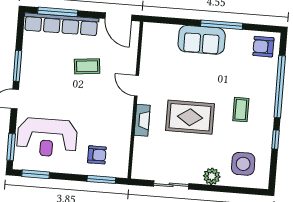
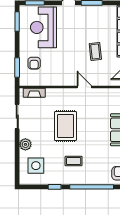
door: (137, 86) -> (84, 87), hinge flipped
fireplace: (142, 120) -> (34, 93), moved

